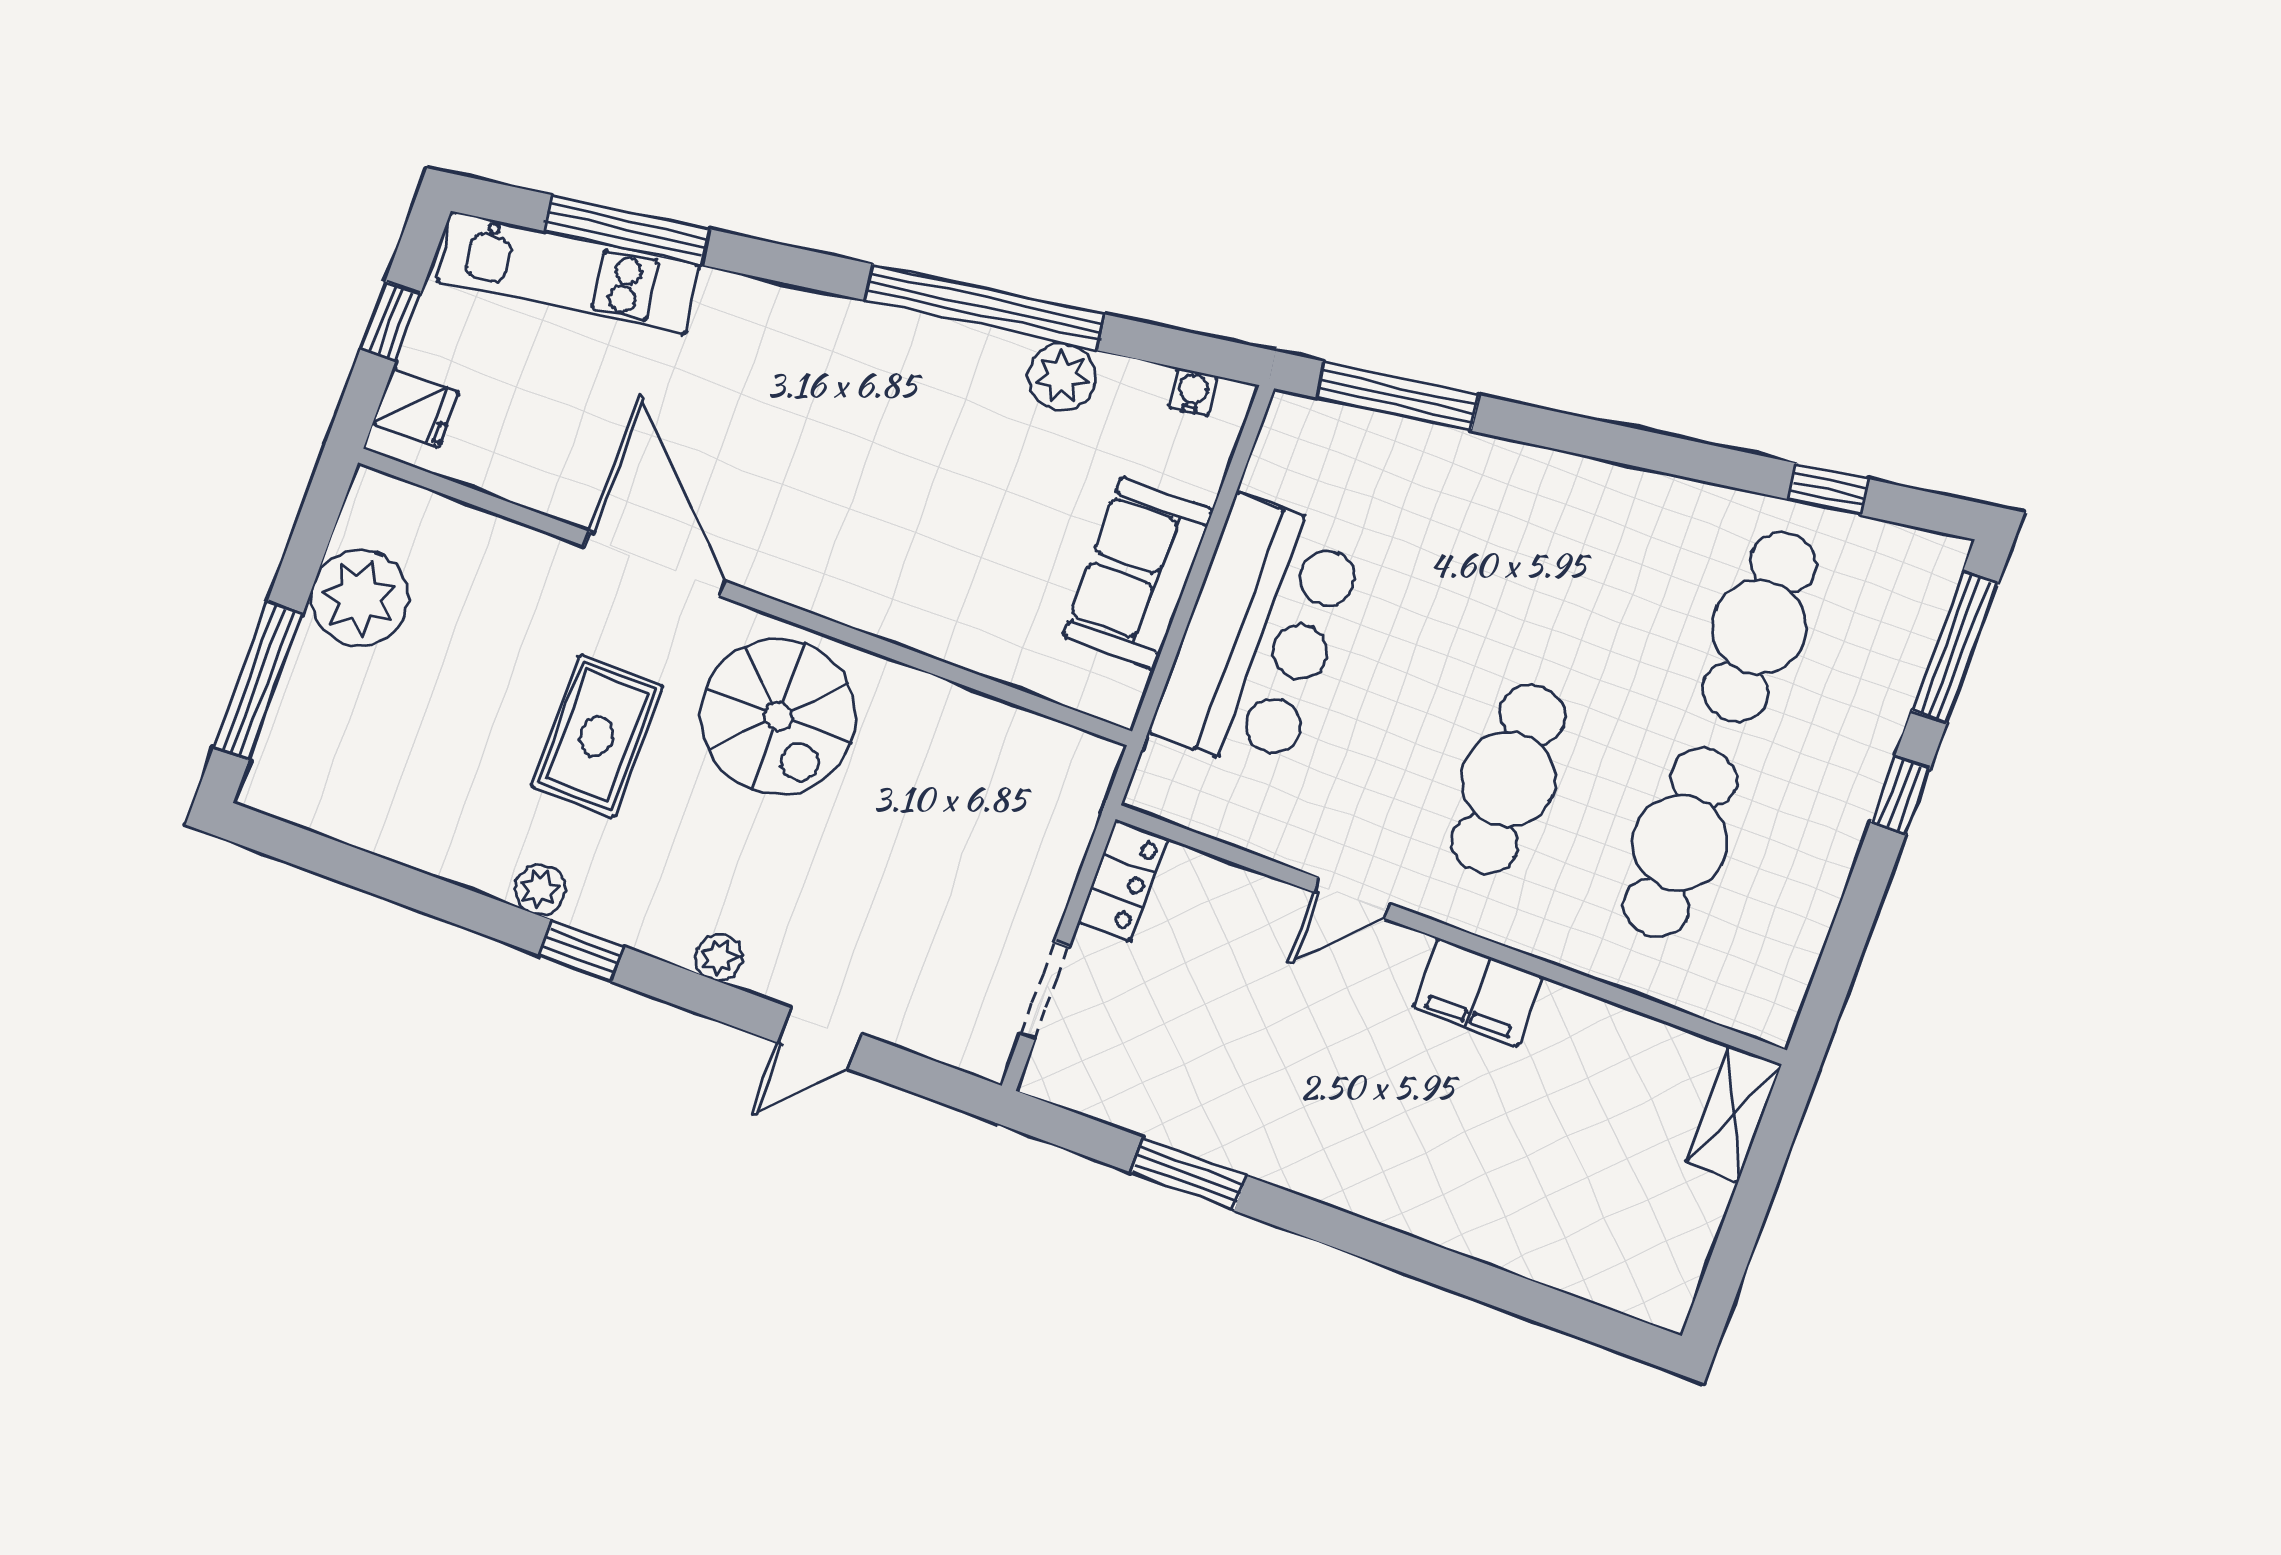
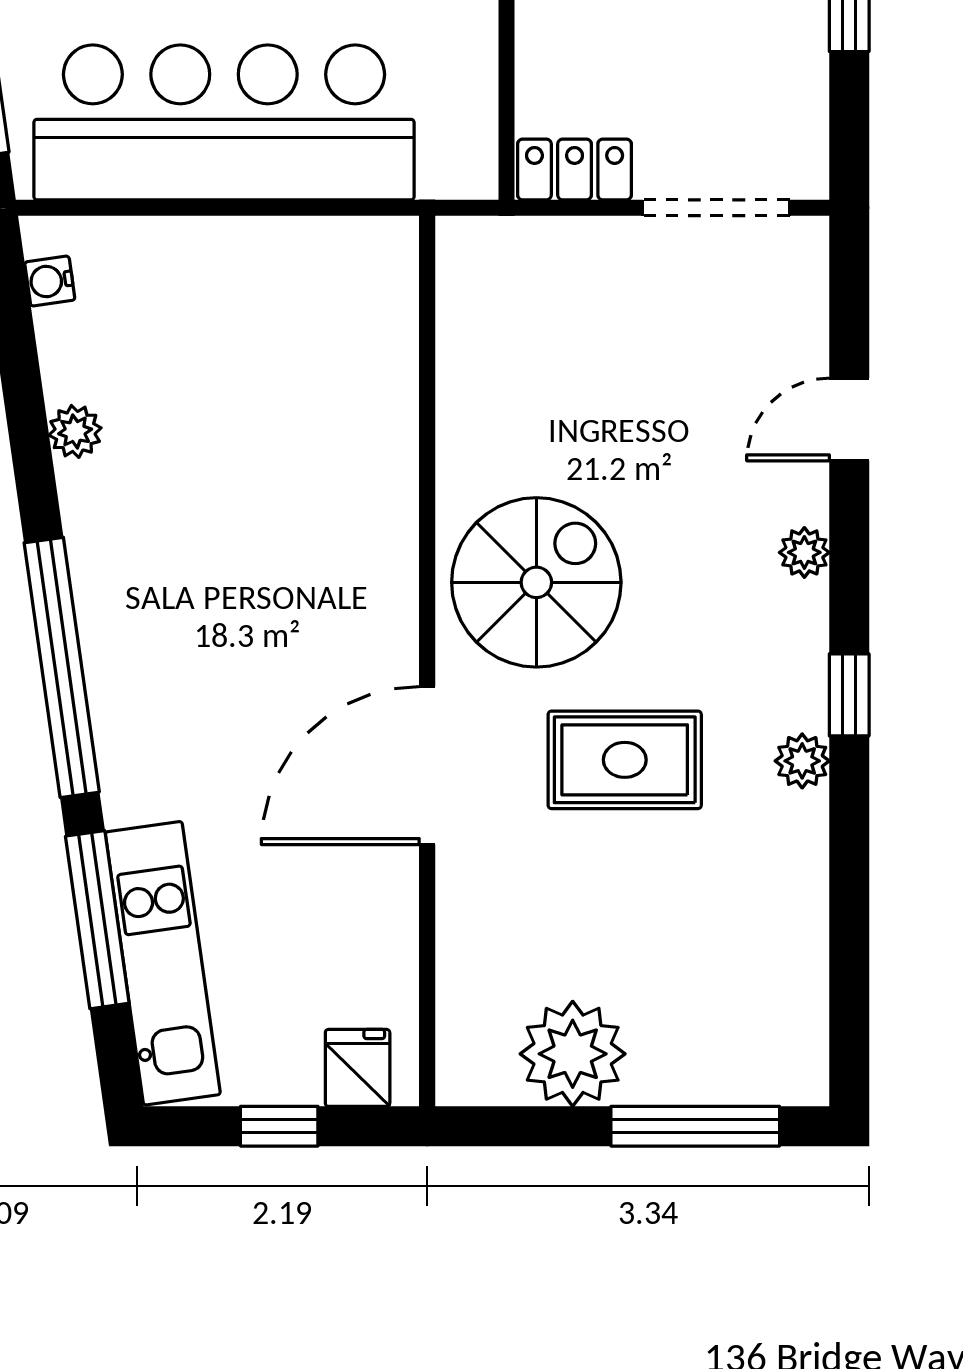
window: (985, 307) -> (62, 667), moved
plant: (1062, 377) -> (75, 431), width x0.73, depth x0.73
sofa: (1138, 573) -> (256, 269), removed
bar counter: (1259, 636) -> (224, 122), width x1.36
doorway: (1045, 991) -> (716, 208), width x1.38
door: (820, 1038) -> (849, 419), swing flipped

